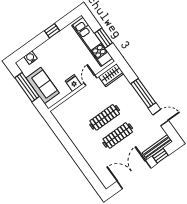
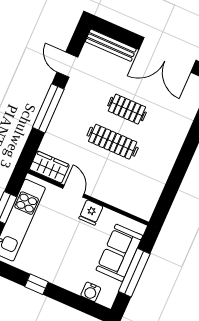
door: (91, 80) -> (73, 191), swing flipped
clothes rail: (118, 136) -> (127, 109), width x0.73
window: (160, 156) -> (120, 34), removed

